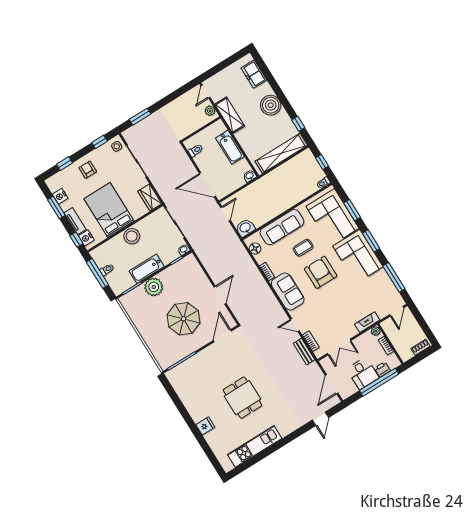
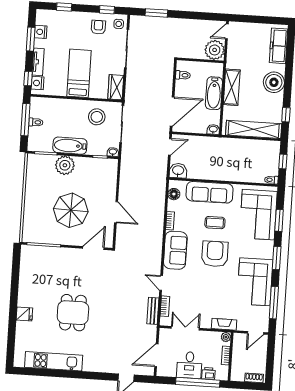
freezer: (254, 74) -> (279, 46), width x1.40
plant: (210, 111) -> (215, 50), width x1.87, depth x1.87
shelving: (230, 115) -> (232, 87), moved
armchair: (88, 170) -> (98, 27), moved
door: (207, 185) -> (172, 112), swing flipped
bed: (109, 210) -> (79, 73), width x0.67
stool: (132, 236) -> (97, 117), moved
corner sofa: (358, 256) -> (255, 282), moved
door: (220, 295) -> (116, 212), hinge flipped
double door: (339, 347) -> (185, 328), swing flipped

